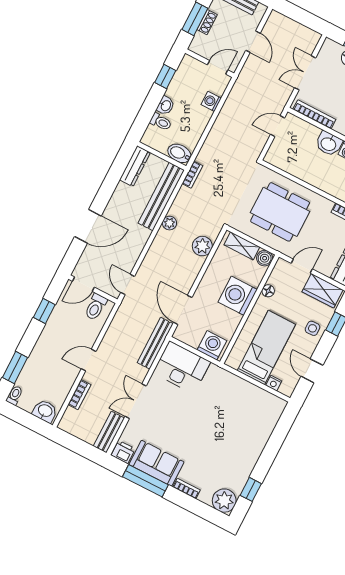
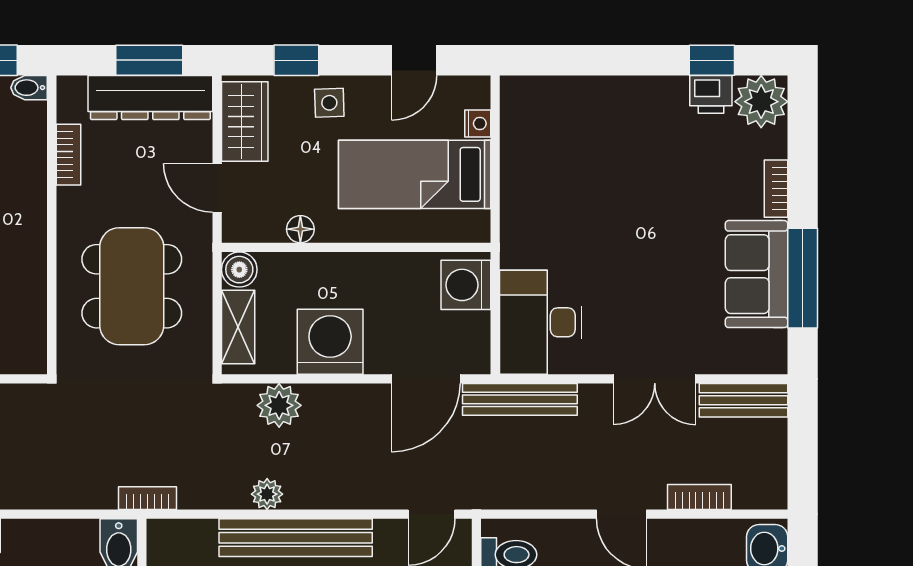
bench: (161, 197) -> (296, 538), moved
washing machine: (238, 296) -> (330, 342), moved, turned 180
printer: (123, 452) -> (711, 94), moved, turned -90

